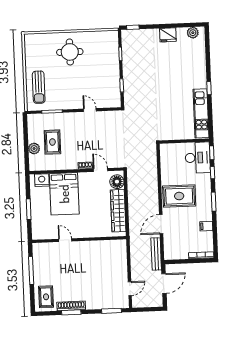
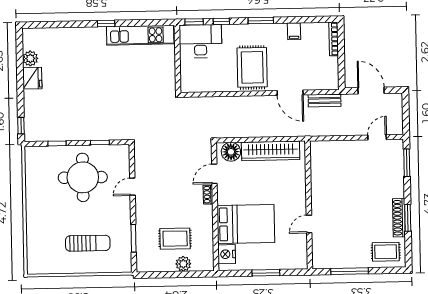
plant: (193, 33) -> (30, 58), moved
round table: (70, 52) -> (83, 177), moved, width x1.36, depth x1.36
sun lounger: (39, 87) -> (88, 243), moved
bench: (156, 254) -> (325, 101), width x0.73
door: (130, 289) -> (377, 137), hinge flipped

